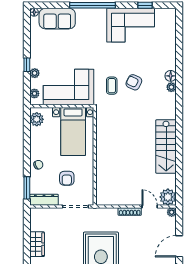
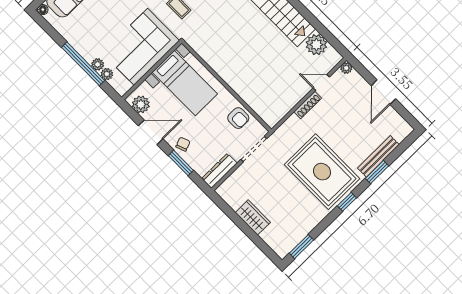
window: (27, 65) -> (83, 64), width x3.17
plant: (34, 94) -> (107, 74), moved
door: (27, 140) -> (151, 132), added
armchair: (67, 178) -> (238, 118), moved
window: (27, 188) -> (181, 163), moved
plant: (168, 197) -> (316, 45), moved

